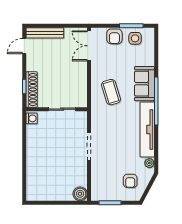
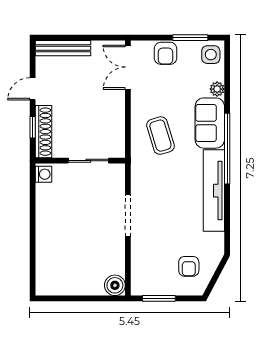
side table: (135, 38) -> (211, 55), moved
door: (24, 46) -> (33, 89), moved
plant: (149, 163) -> (217, 89), moved

